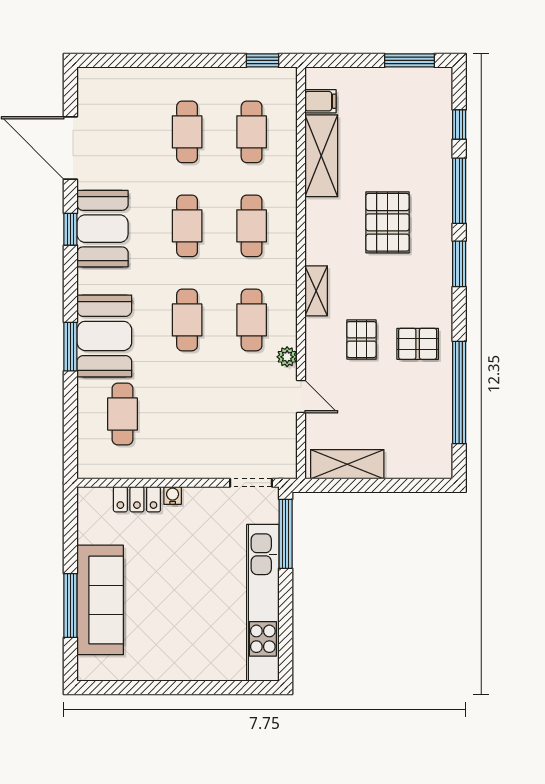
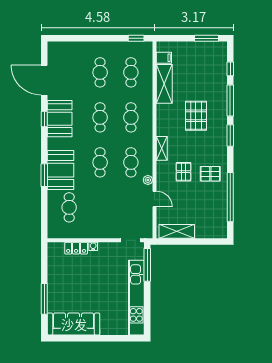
sofa: (100, 600) -> (74, 324), moved, turned -90

